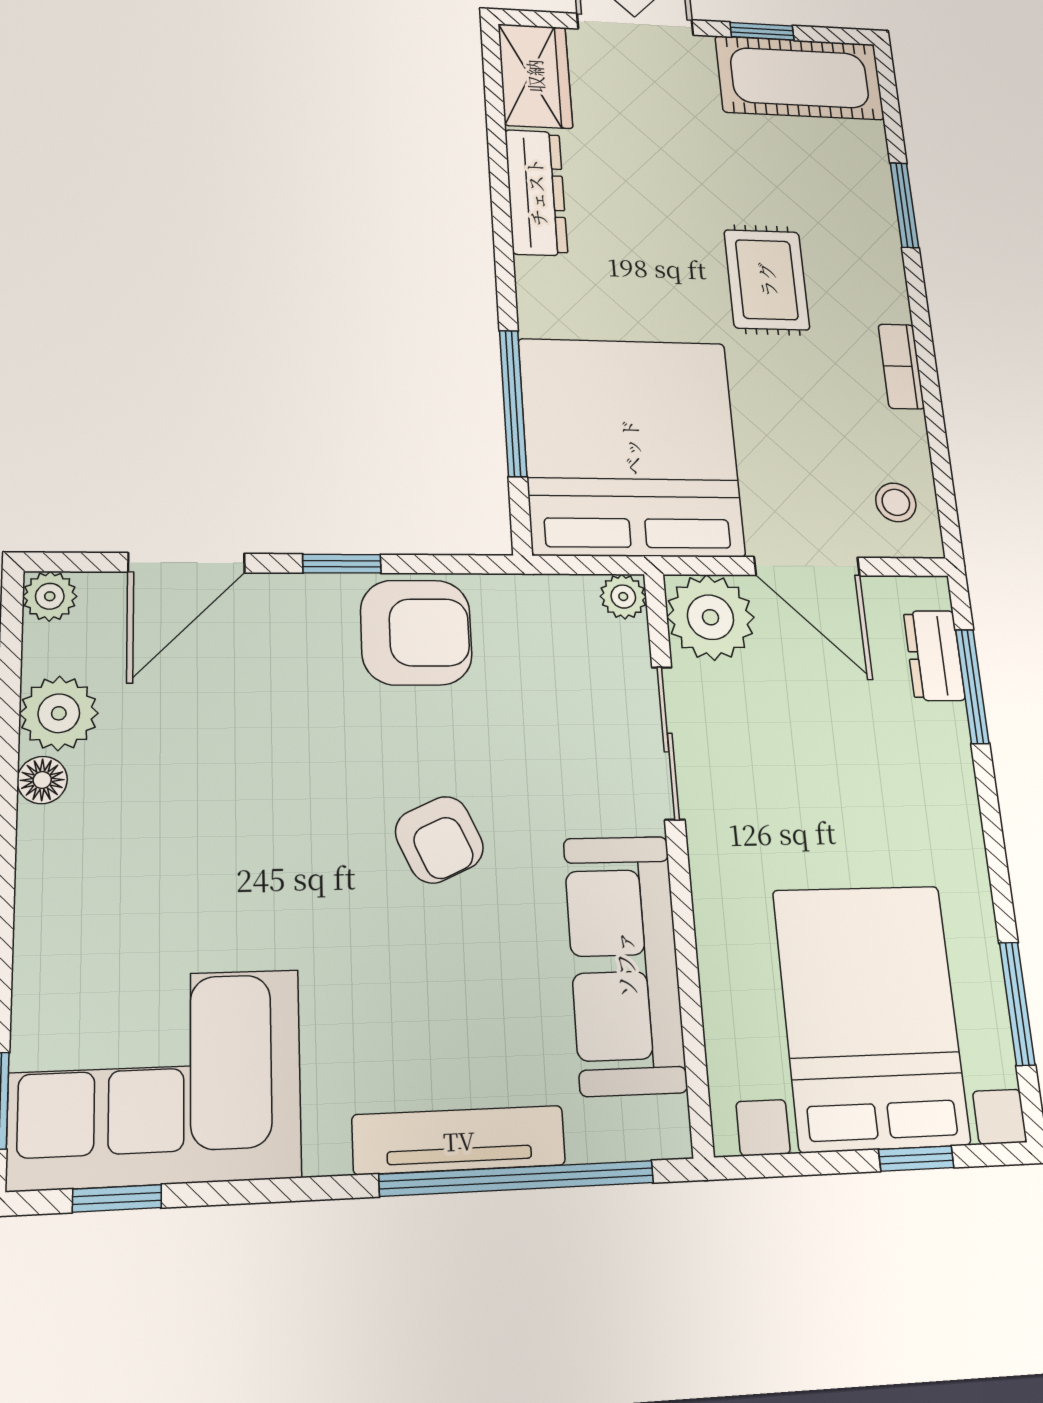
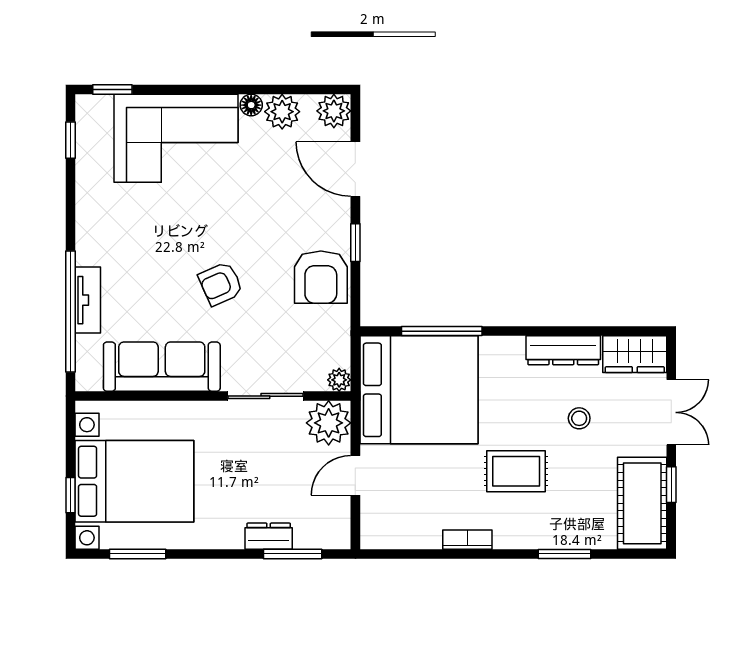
stool: (896, 502) -> (579, 418), moved
door: (807, 566) -> (355, 475), width x0.73
plant: (50, 596) -> (334, 111), width x1.38, depth x1.38
dresser: (934, 655) -> (269, 536), moved
corner sofa: (156, 1078) -> (176, 138), moved, turned 90
tv unit: (459, 1140) -> (88, 300), width x0.71

